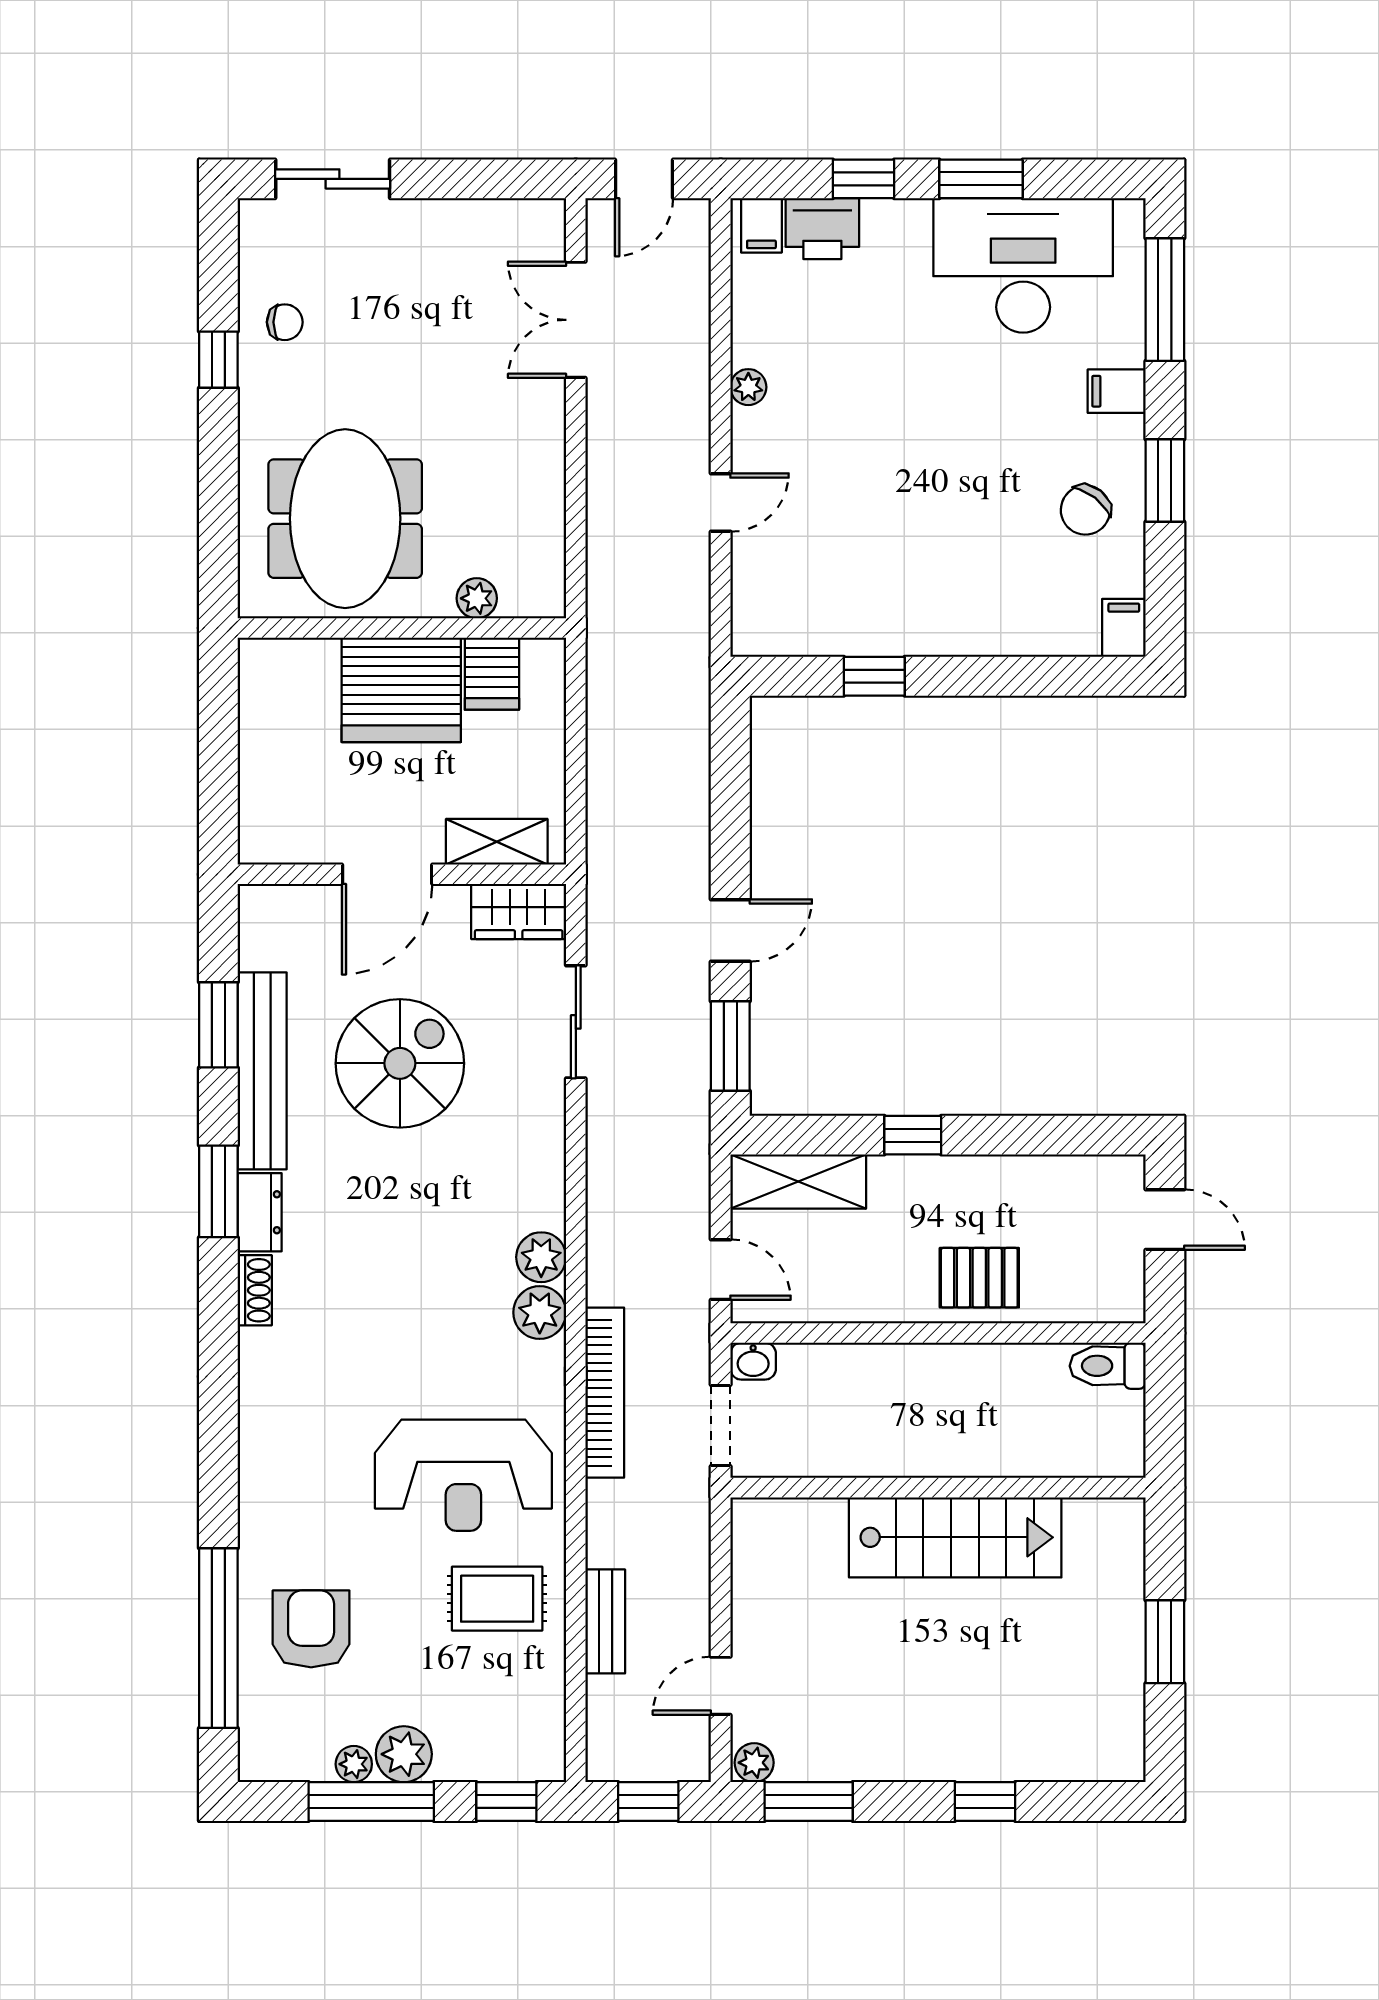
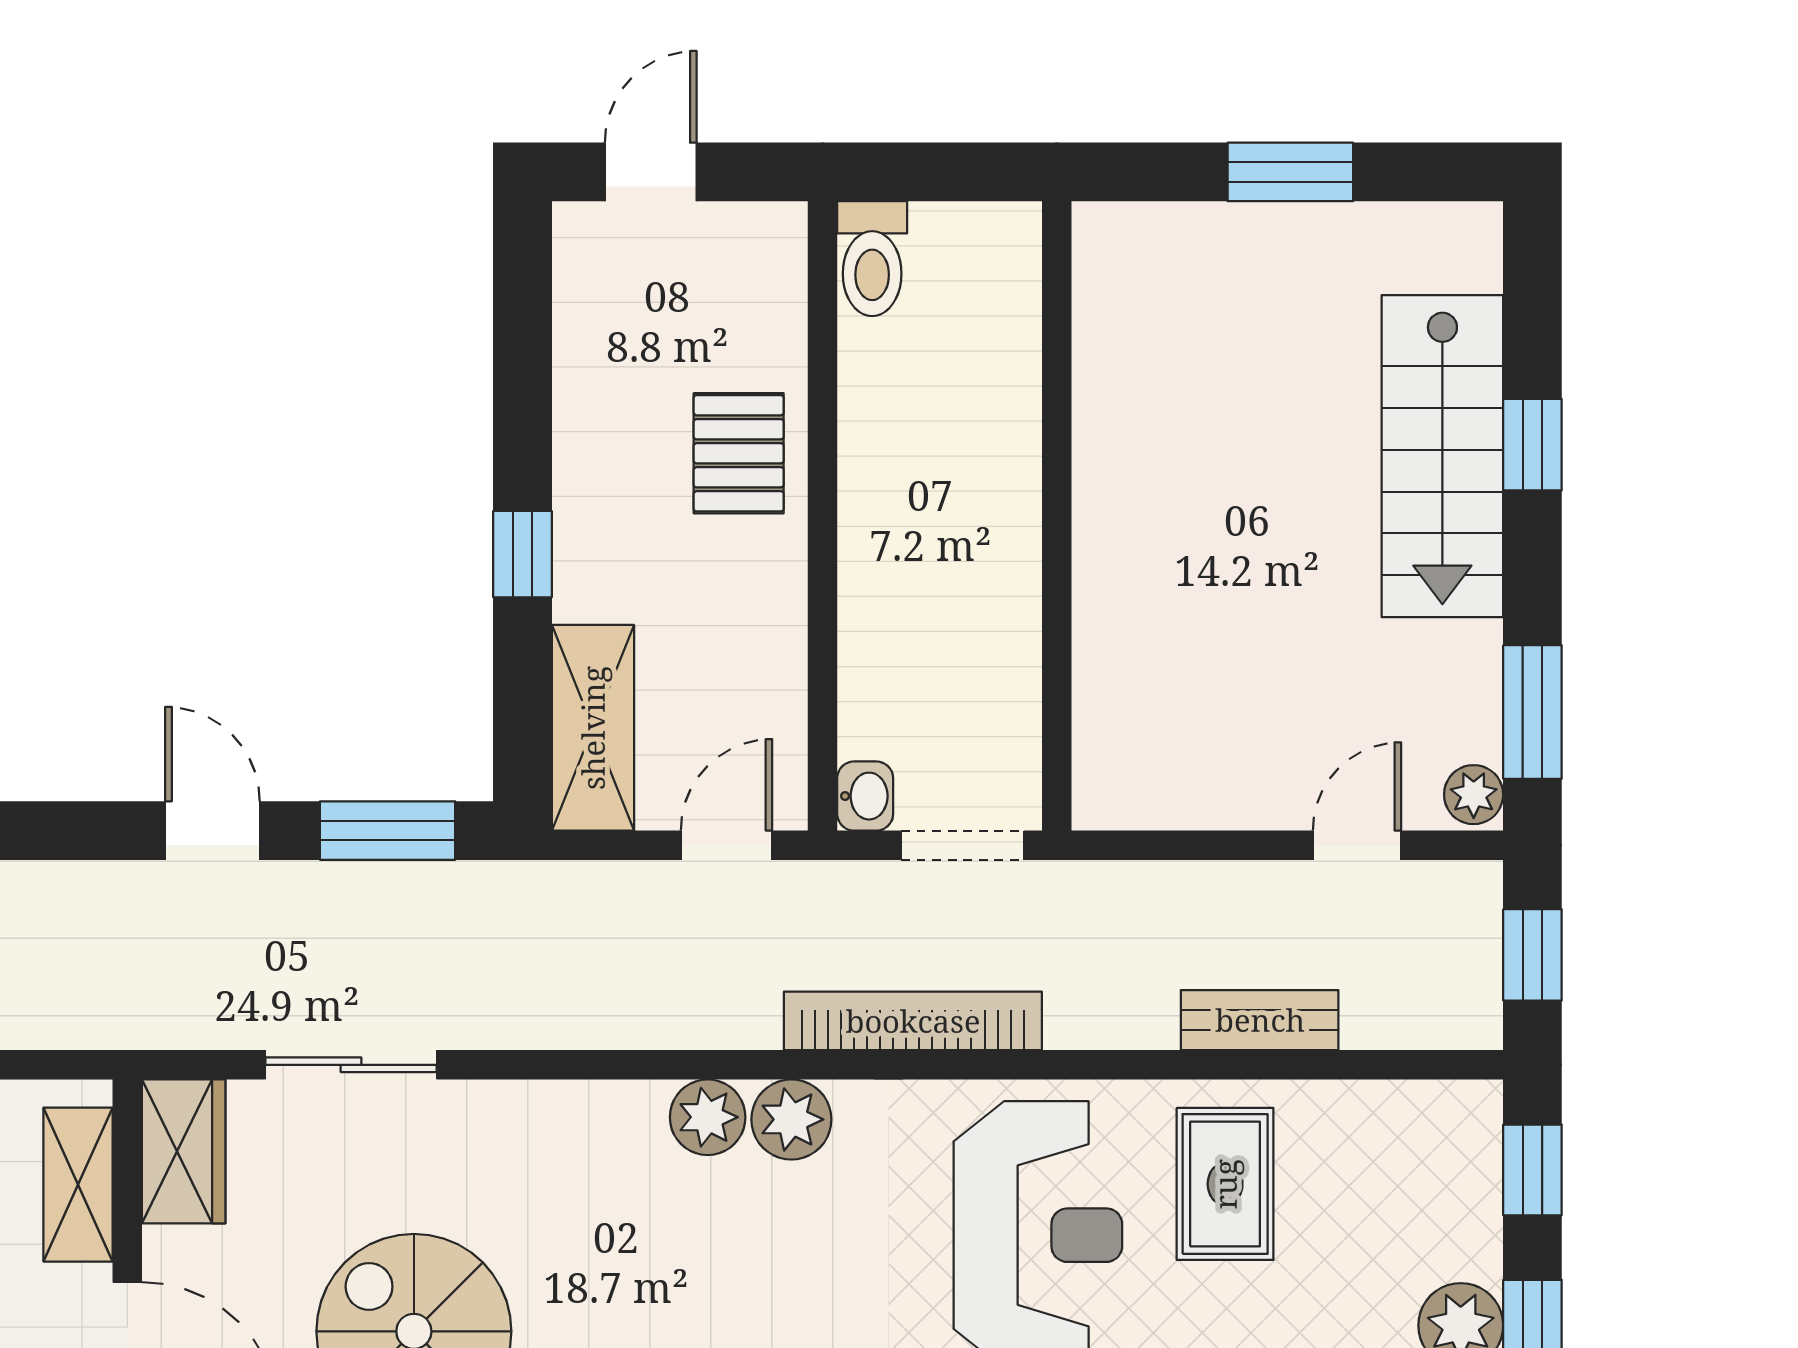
stairs: (955, 1537) -> (1442, 456), moved, turned 180
door: (721, 1686) -> (1357, 845), swing flipped

